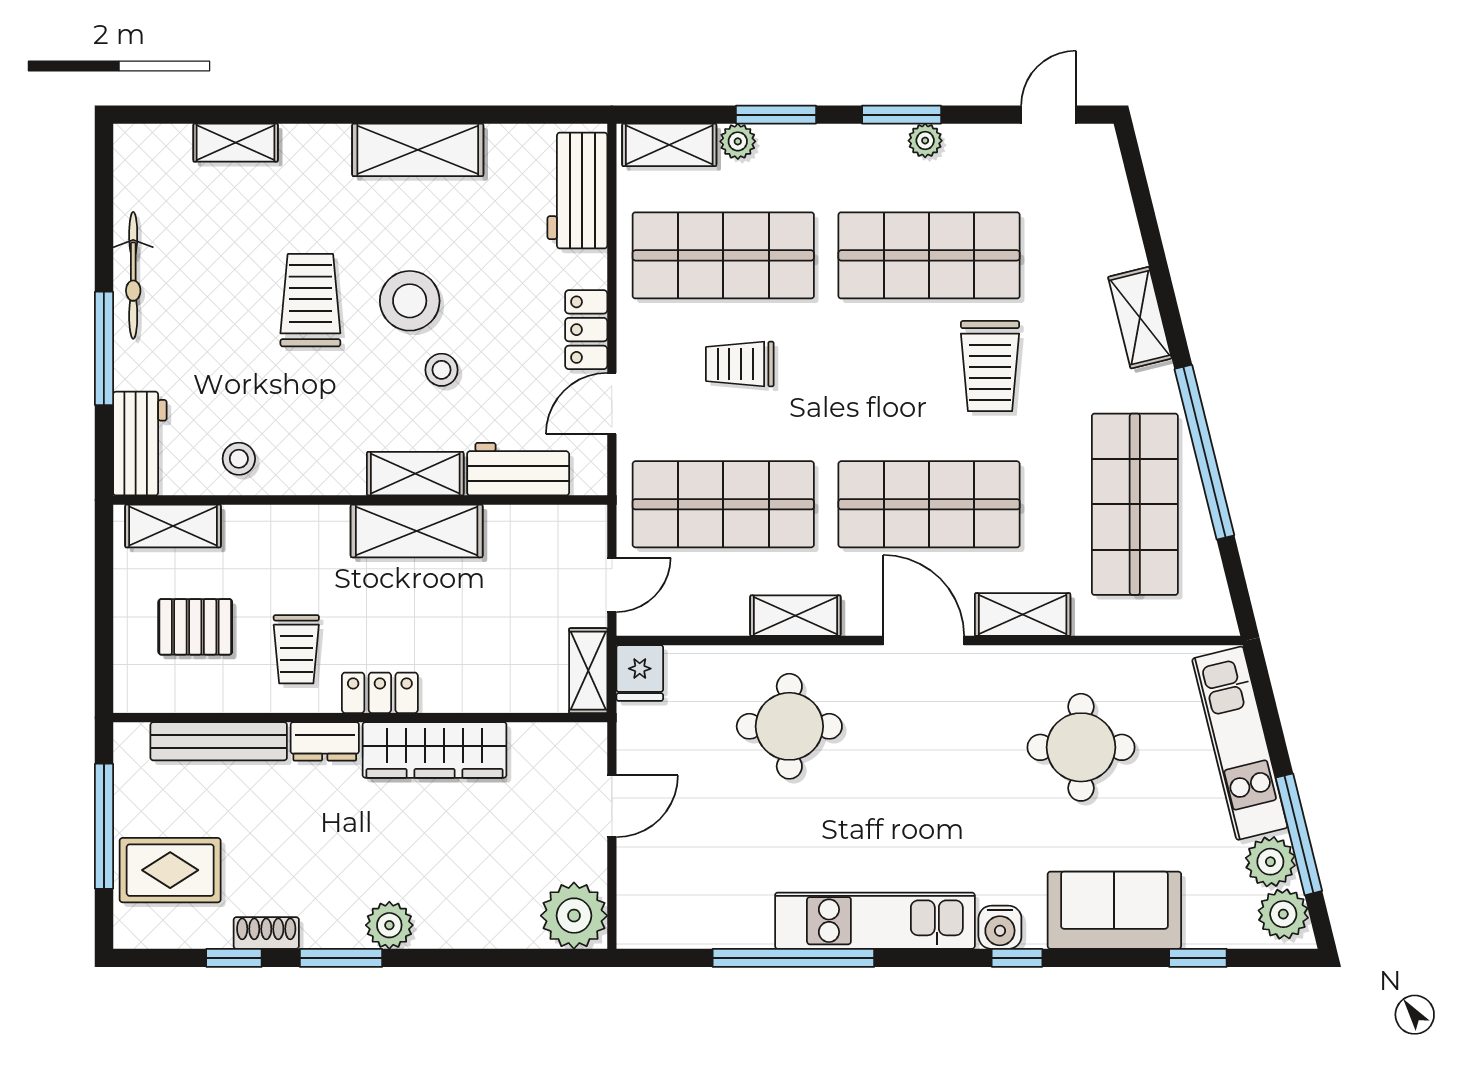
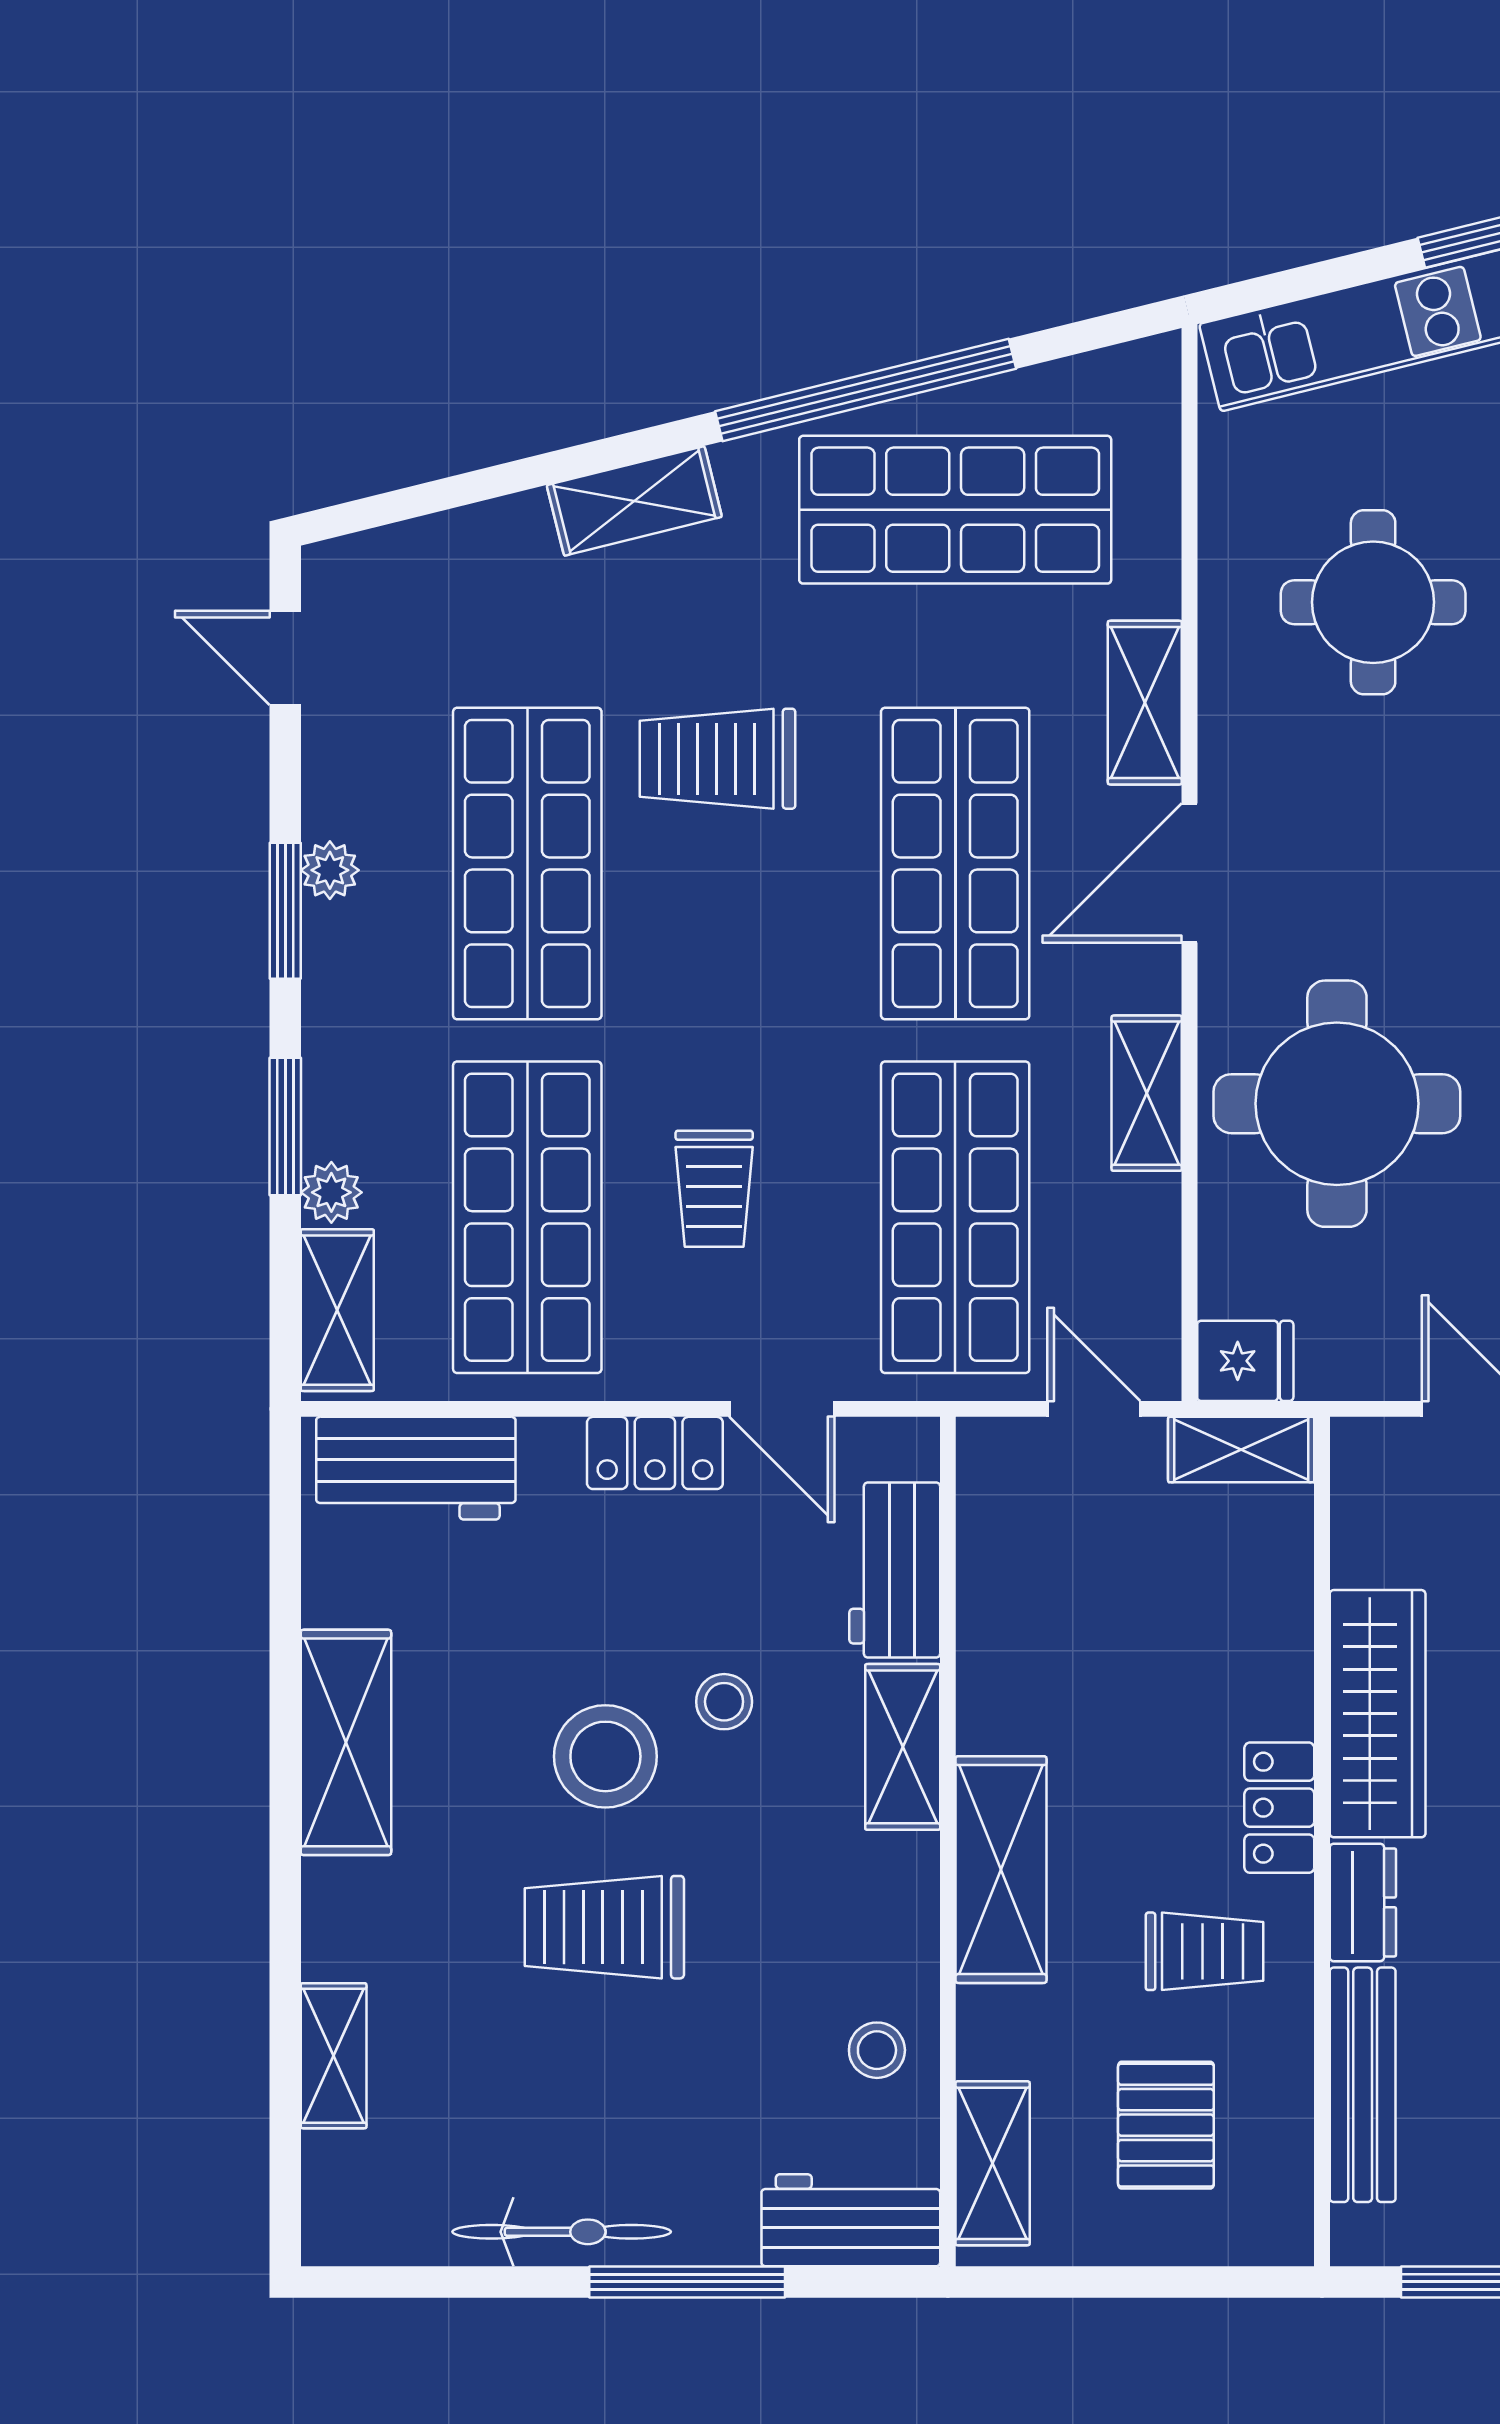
trolley: (990, 366) -> (718, 759), turned 180
shelving: (417, 531) -> (1001, 1870), moved
round table: (789, 726) -> (1337, 1104), width x1.36, depth x1.36

